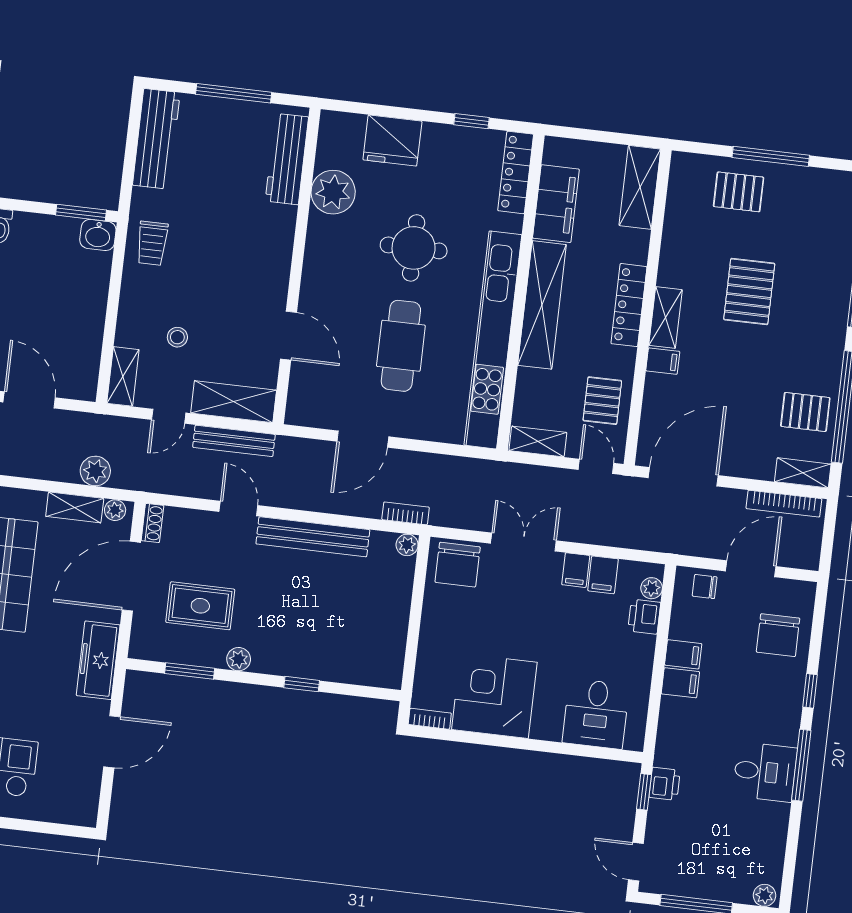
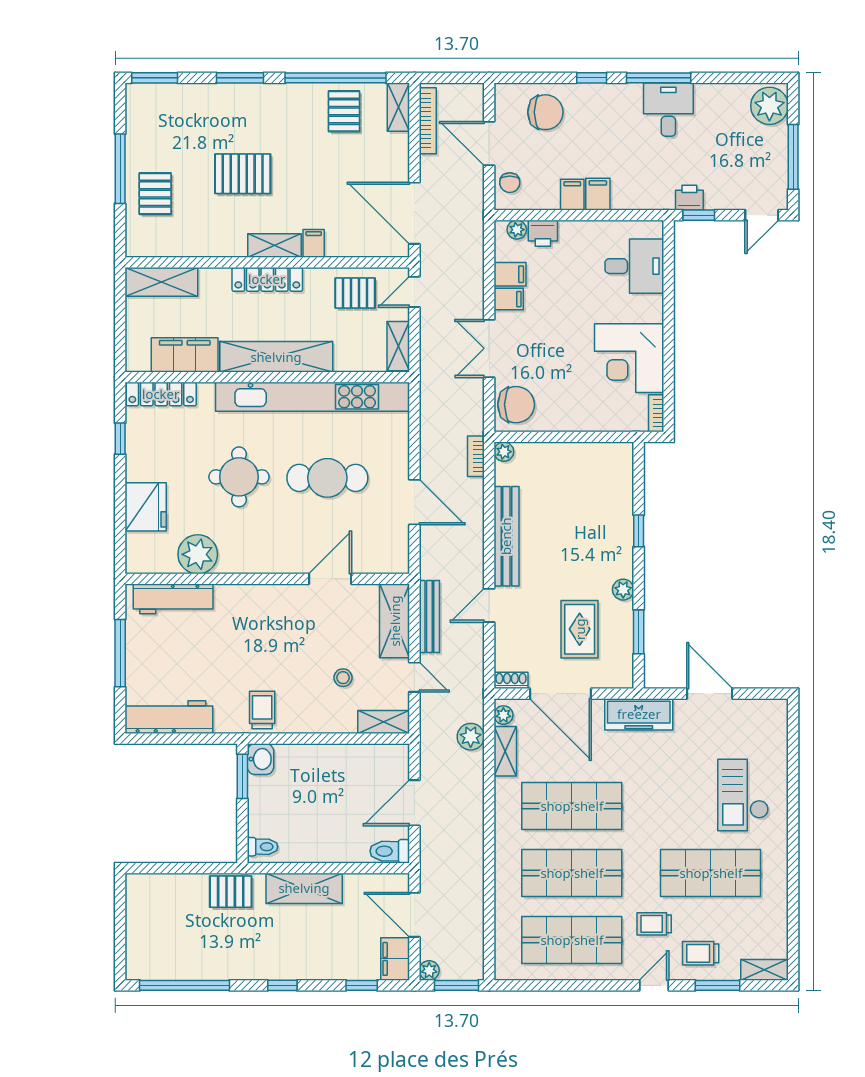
trolley: (152, 243) -> (262, 710), turned -90
plant: (764, 895) -> (769, 106), width x1.87, depth x1.87

